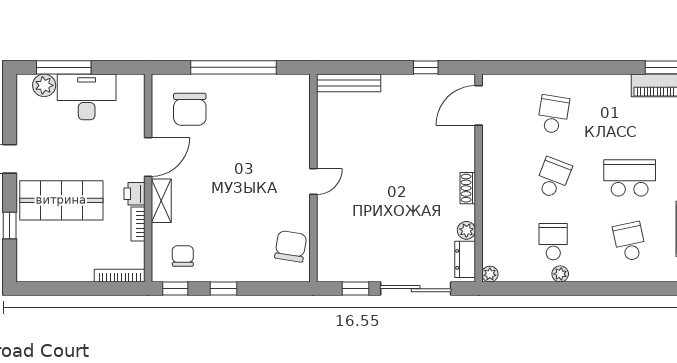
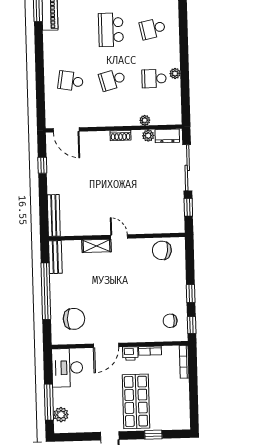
bench: (285, 83) -> (55, 257), added
desk: (87, 97) -> (67, 368), moved
door: (148, 157) -> (106, 345), swing flipped
school desk: (553, 178) -> (112, 80), turned -36
shelving: (161, 201) -> (97, 246), moved
plant: (490, 274) -> (145, 120), moved

